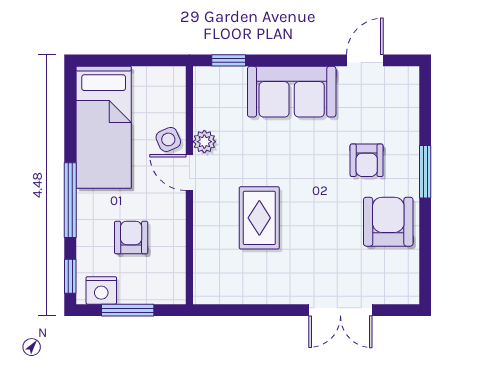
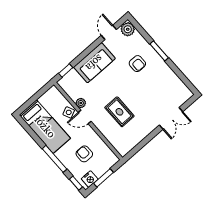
plant: (403, 84) -> (128, 29), added
armchair: (388, 222) -> (161, 77), removed

